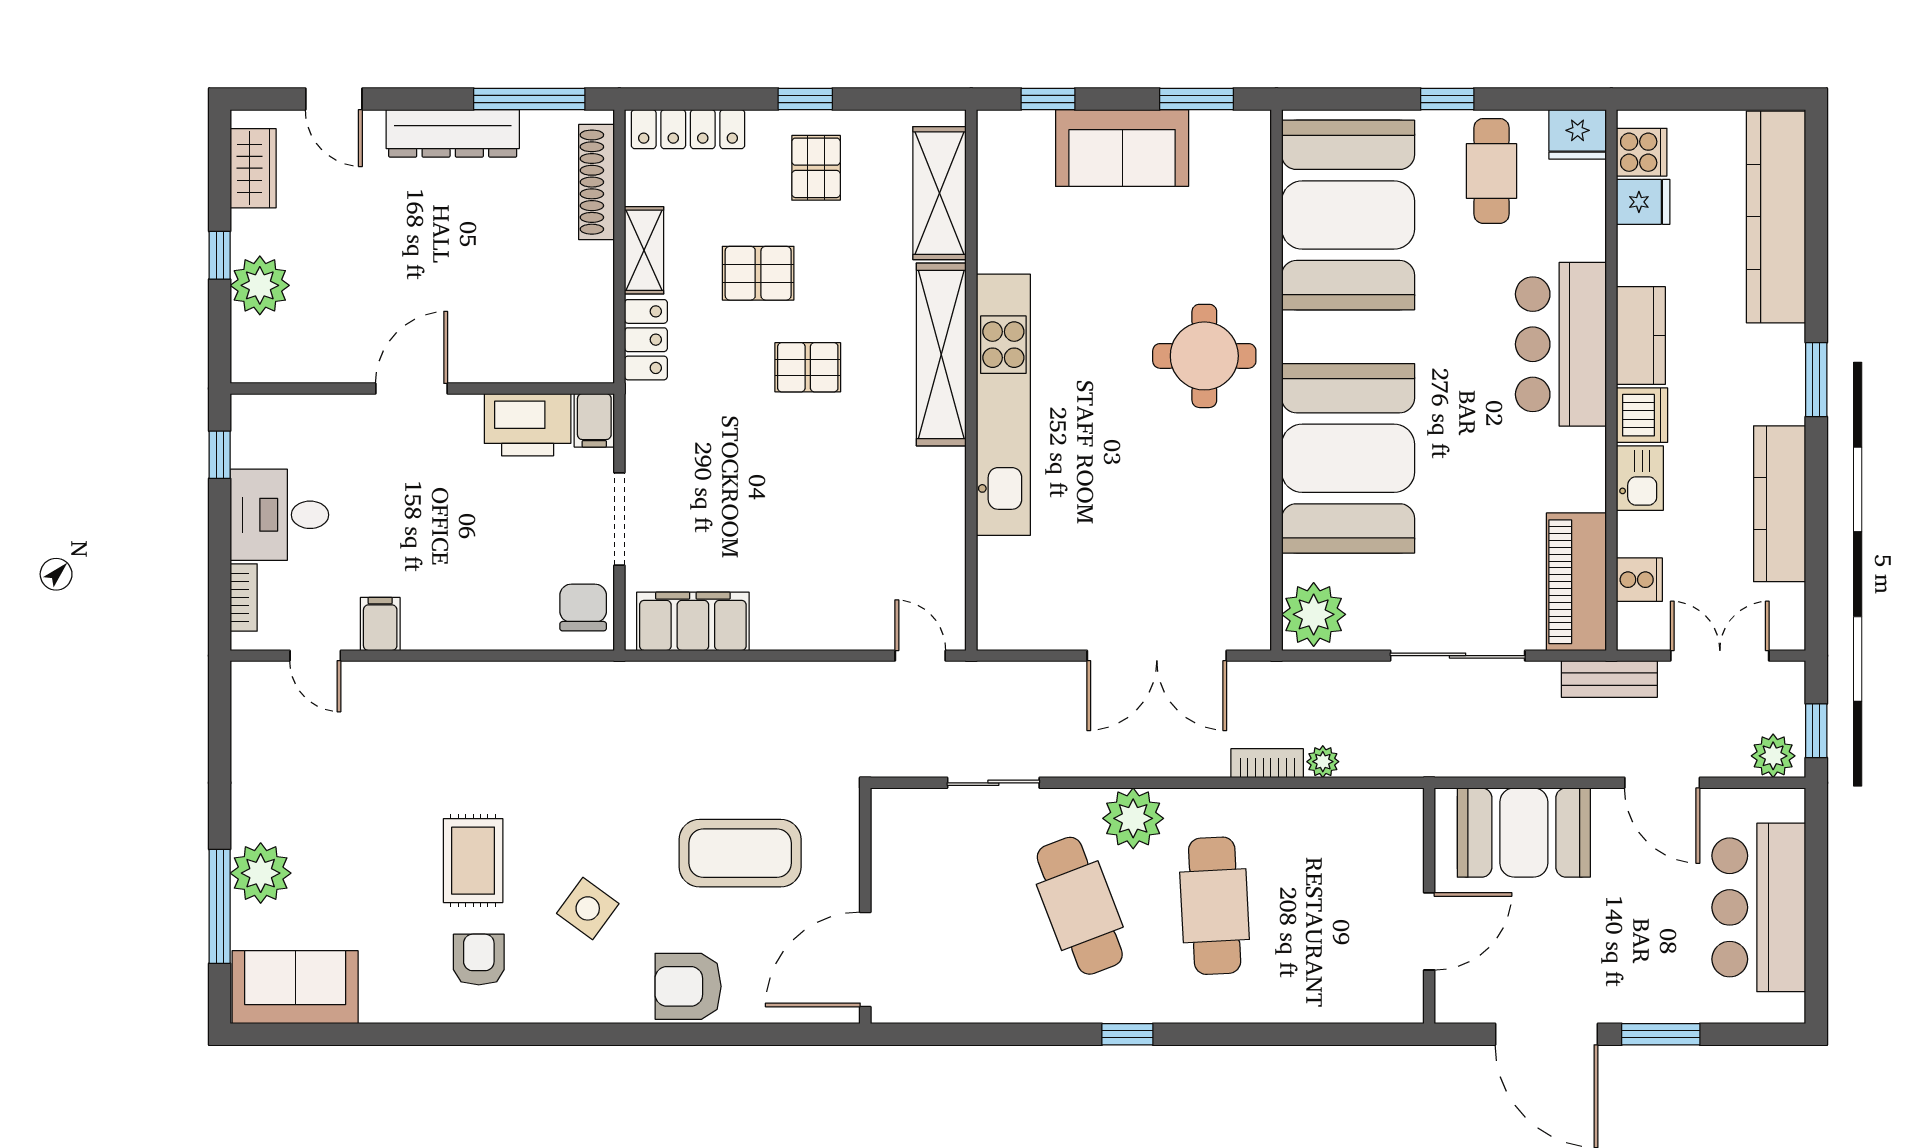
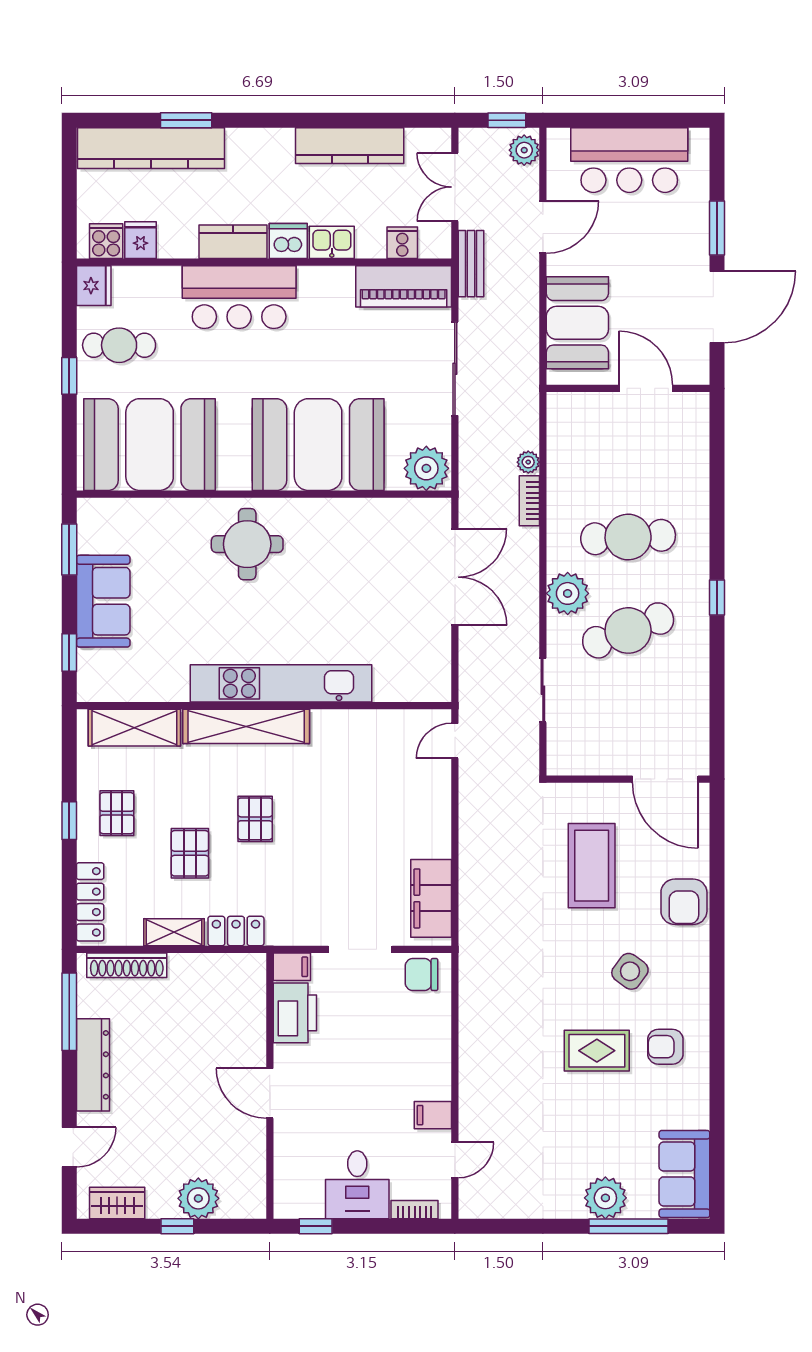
pallet: (816, 168) -> (117, 813), turned 90
window: (1816, 380) -> (186, 120), moved

